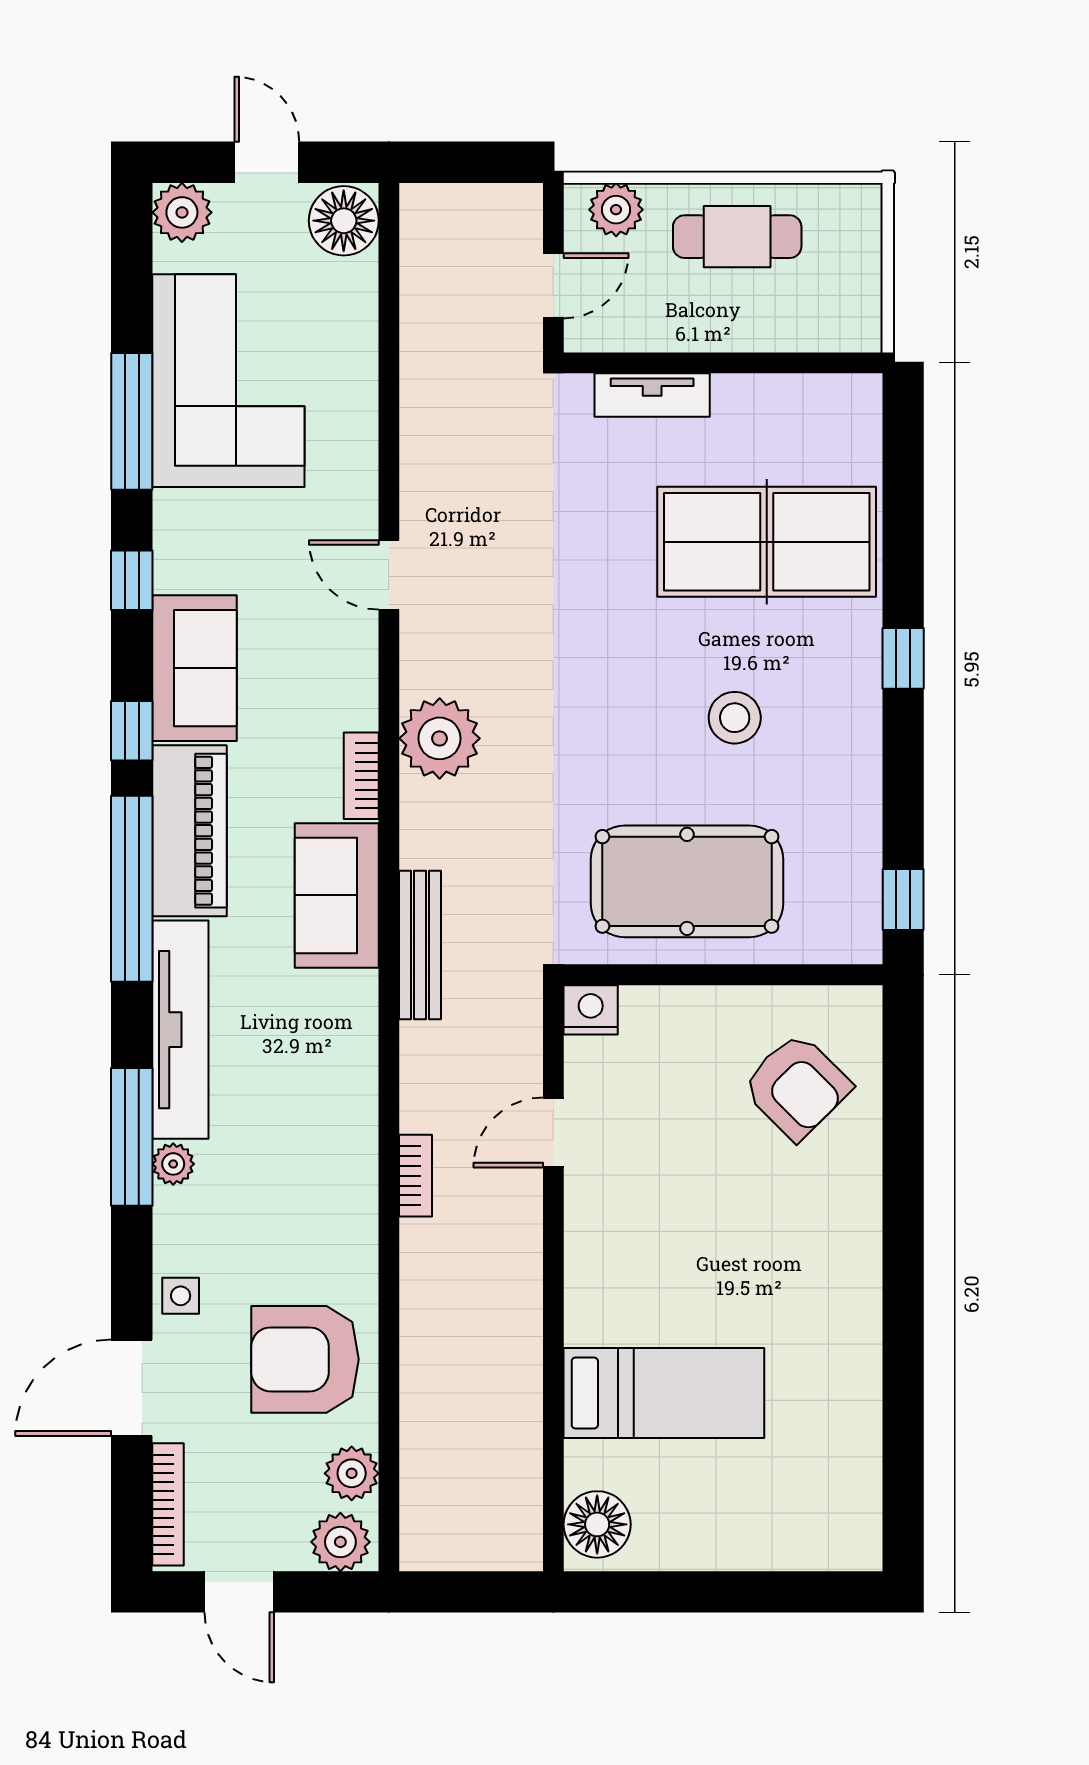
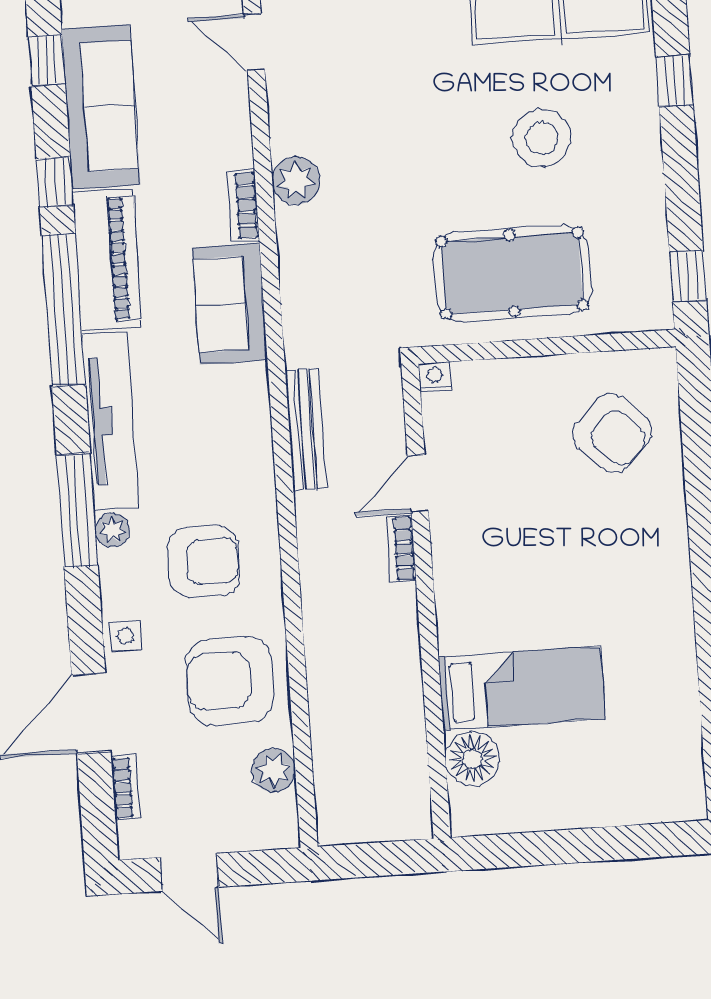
sofa: (194, 668) -> (101, 107), width x1.36
stool: (735, 718) -> (542, 138), width x1.38, depth x1.38
plant: (440, 738) -> (296, 181), width x0.73, depth x0.73
bench: (420, 945) -> (306, 429), moved
nightstand: (591, 1010) -> (435, 378), width x0.72, depth x0.74
bookcase: (416, 1176) -> (401, 549), moved, turned 180
armchair: (283, 1211) -> (204, 562), added
bookcase: (168, 1504) -> (126, 787), width x0.64
floor lamp: (597, 1524) -> (472, 758), moved
plant: (340, 1542) -> (268, 826), removed

